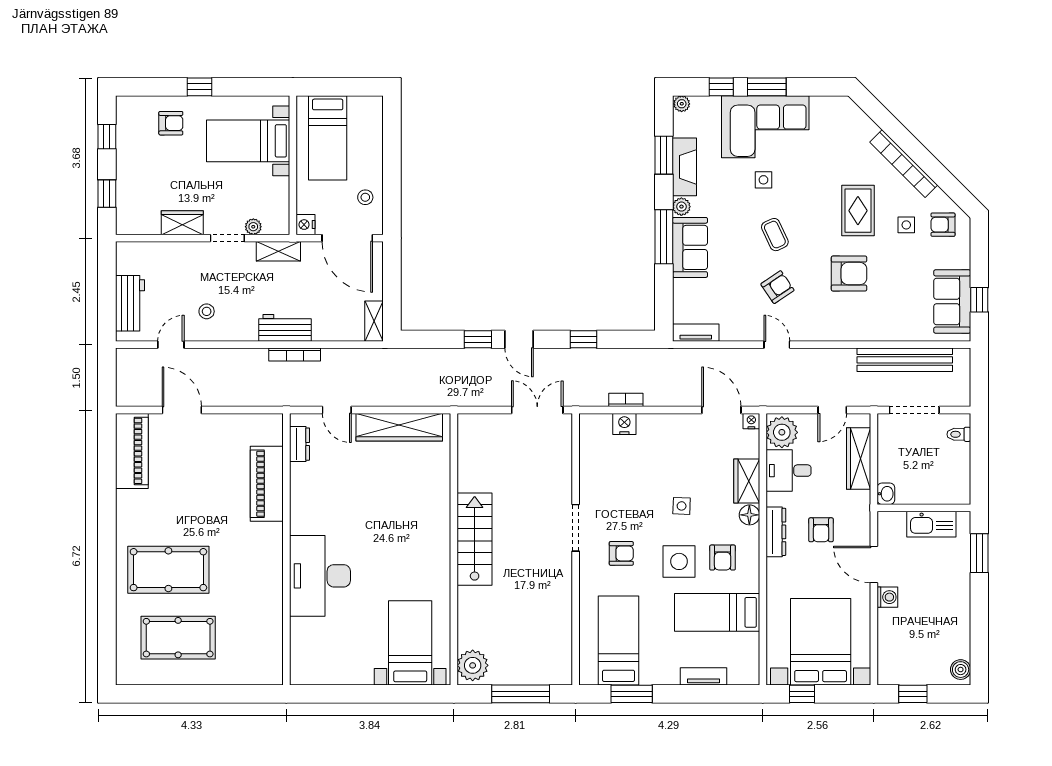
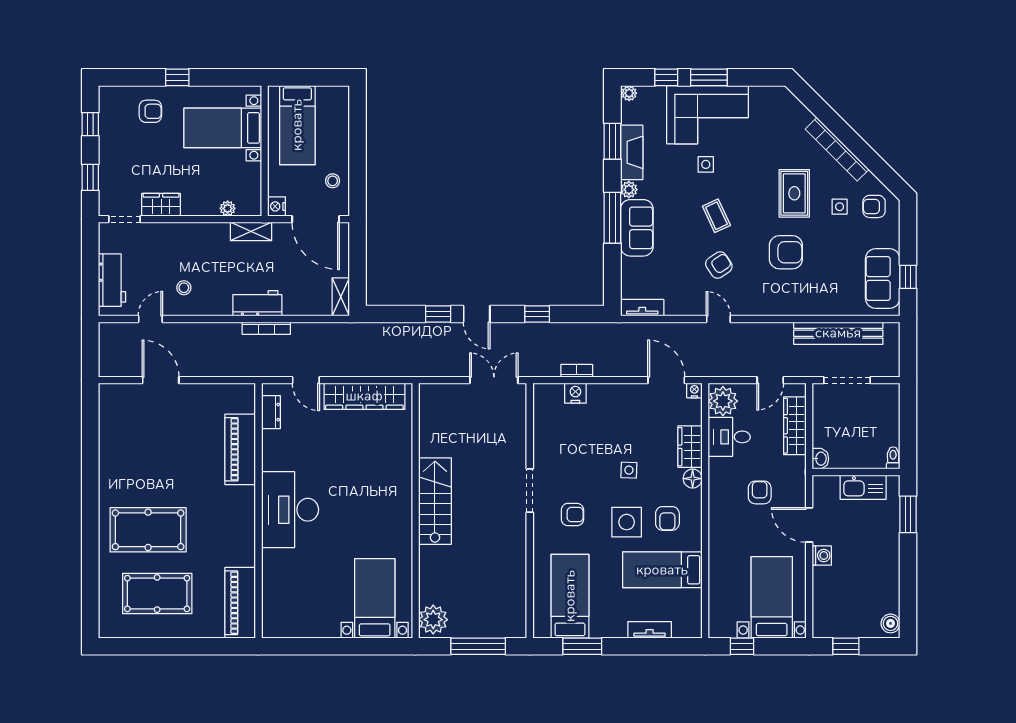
doorway: (227, 238) -> (124, 219), moved
toilet: (959, 434) -> (893, 458), moved, turned 90
piano: (132, 451) -> (240, 603), moved, turned 180
armchair: (821, 530) -> (760, 492), turned 180
dresser: (776, 532) -> (717, 494), removed
desk: (320, 576) -> (290, 510), moved
bed with nightstands: (821, 642) -> (772, 597), width x0.73

